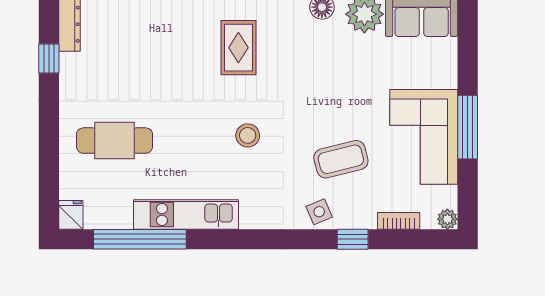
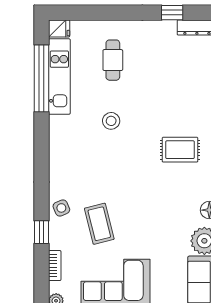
stool: (248, 135) -> (111, 121), moved
cafe table: (115, 141) -> (113, 60), width x0.73, depth x0.74
kitchen unit: (186, 214) -> (59, 77), moved

